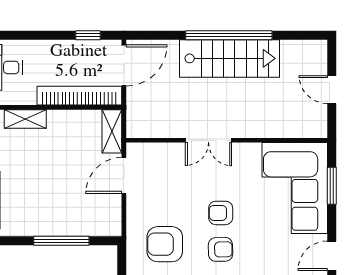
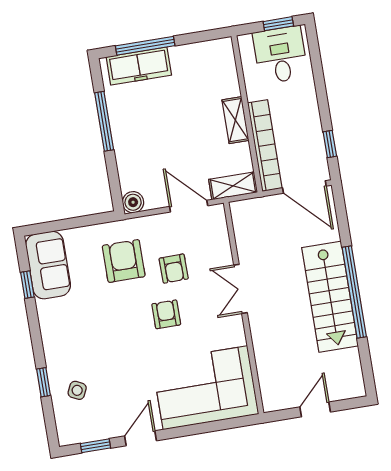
shelving: (25, 119) -> (235, 120), moved
window: (332, 186) -> (214, 426), removed
boiler: (112, 226) -> (133, 202), added
window: (61, 241) -> (104, 121), moved
armchair: (220, 249) -> (174, 269), moved
door: (332, 256) -> (140, 438), hinge flipped

